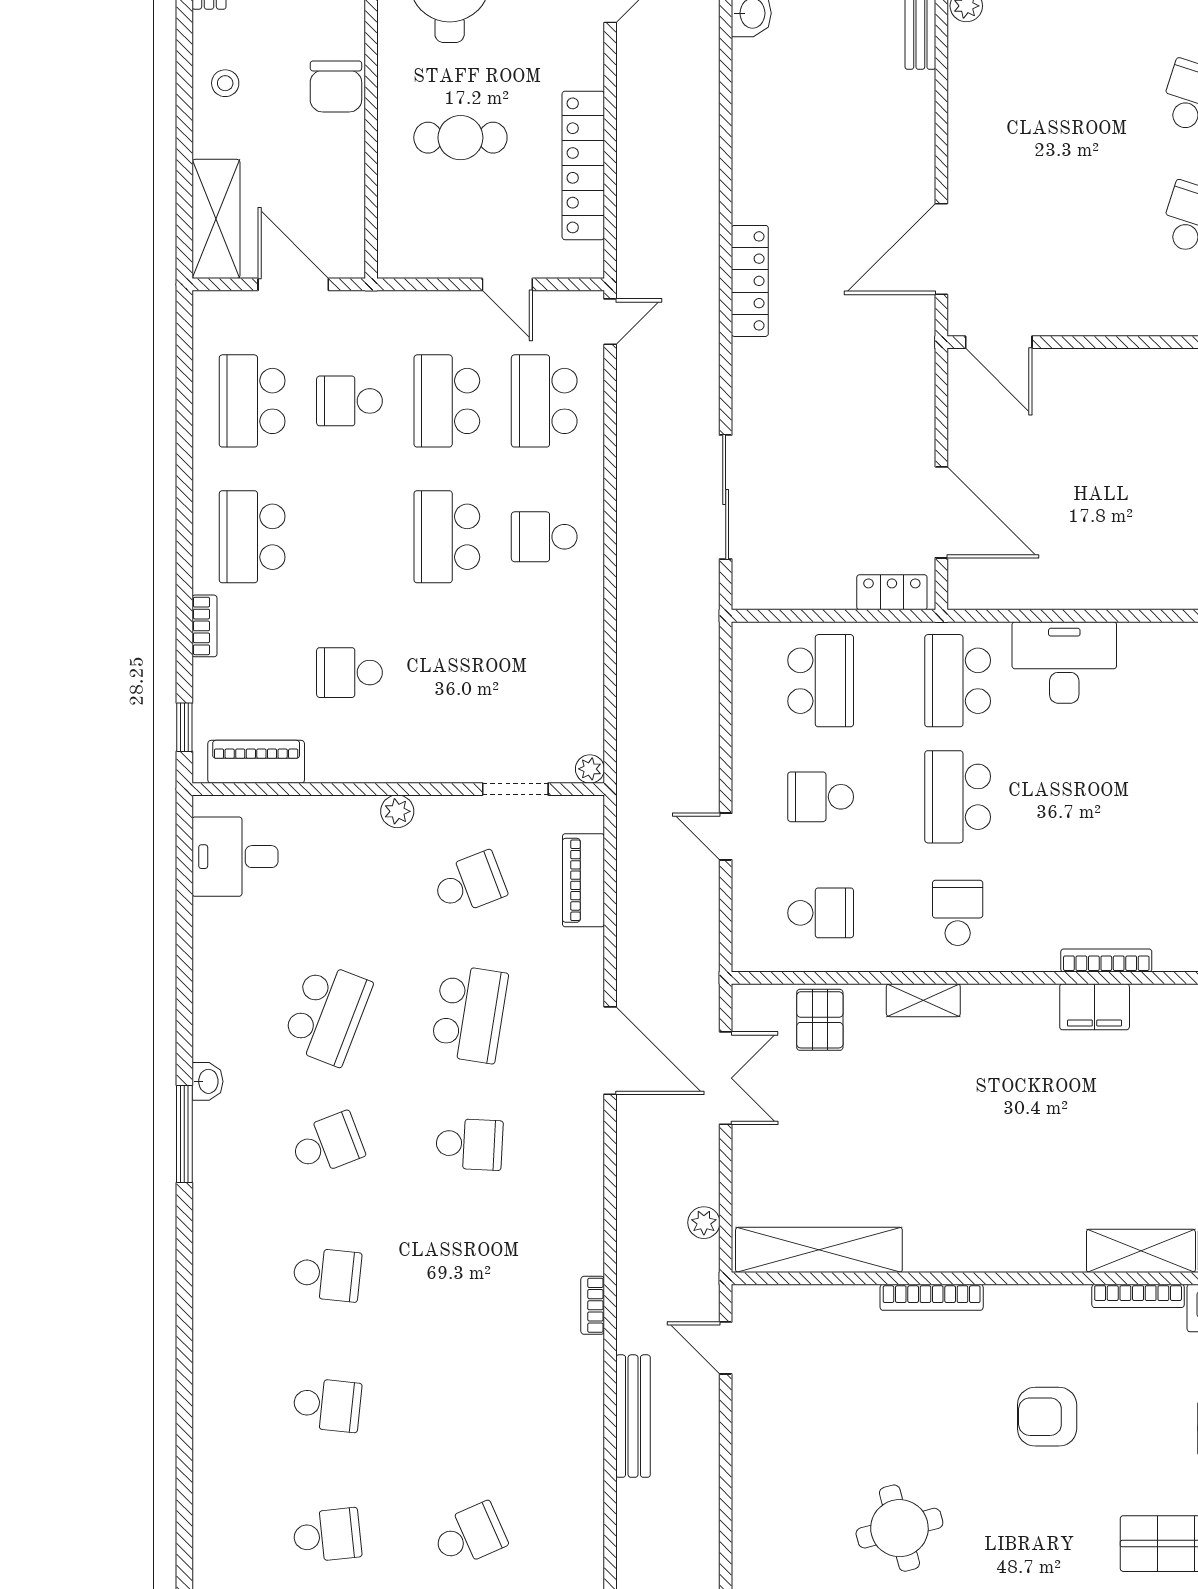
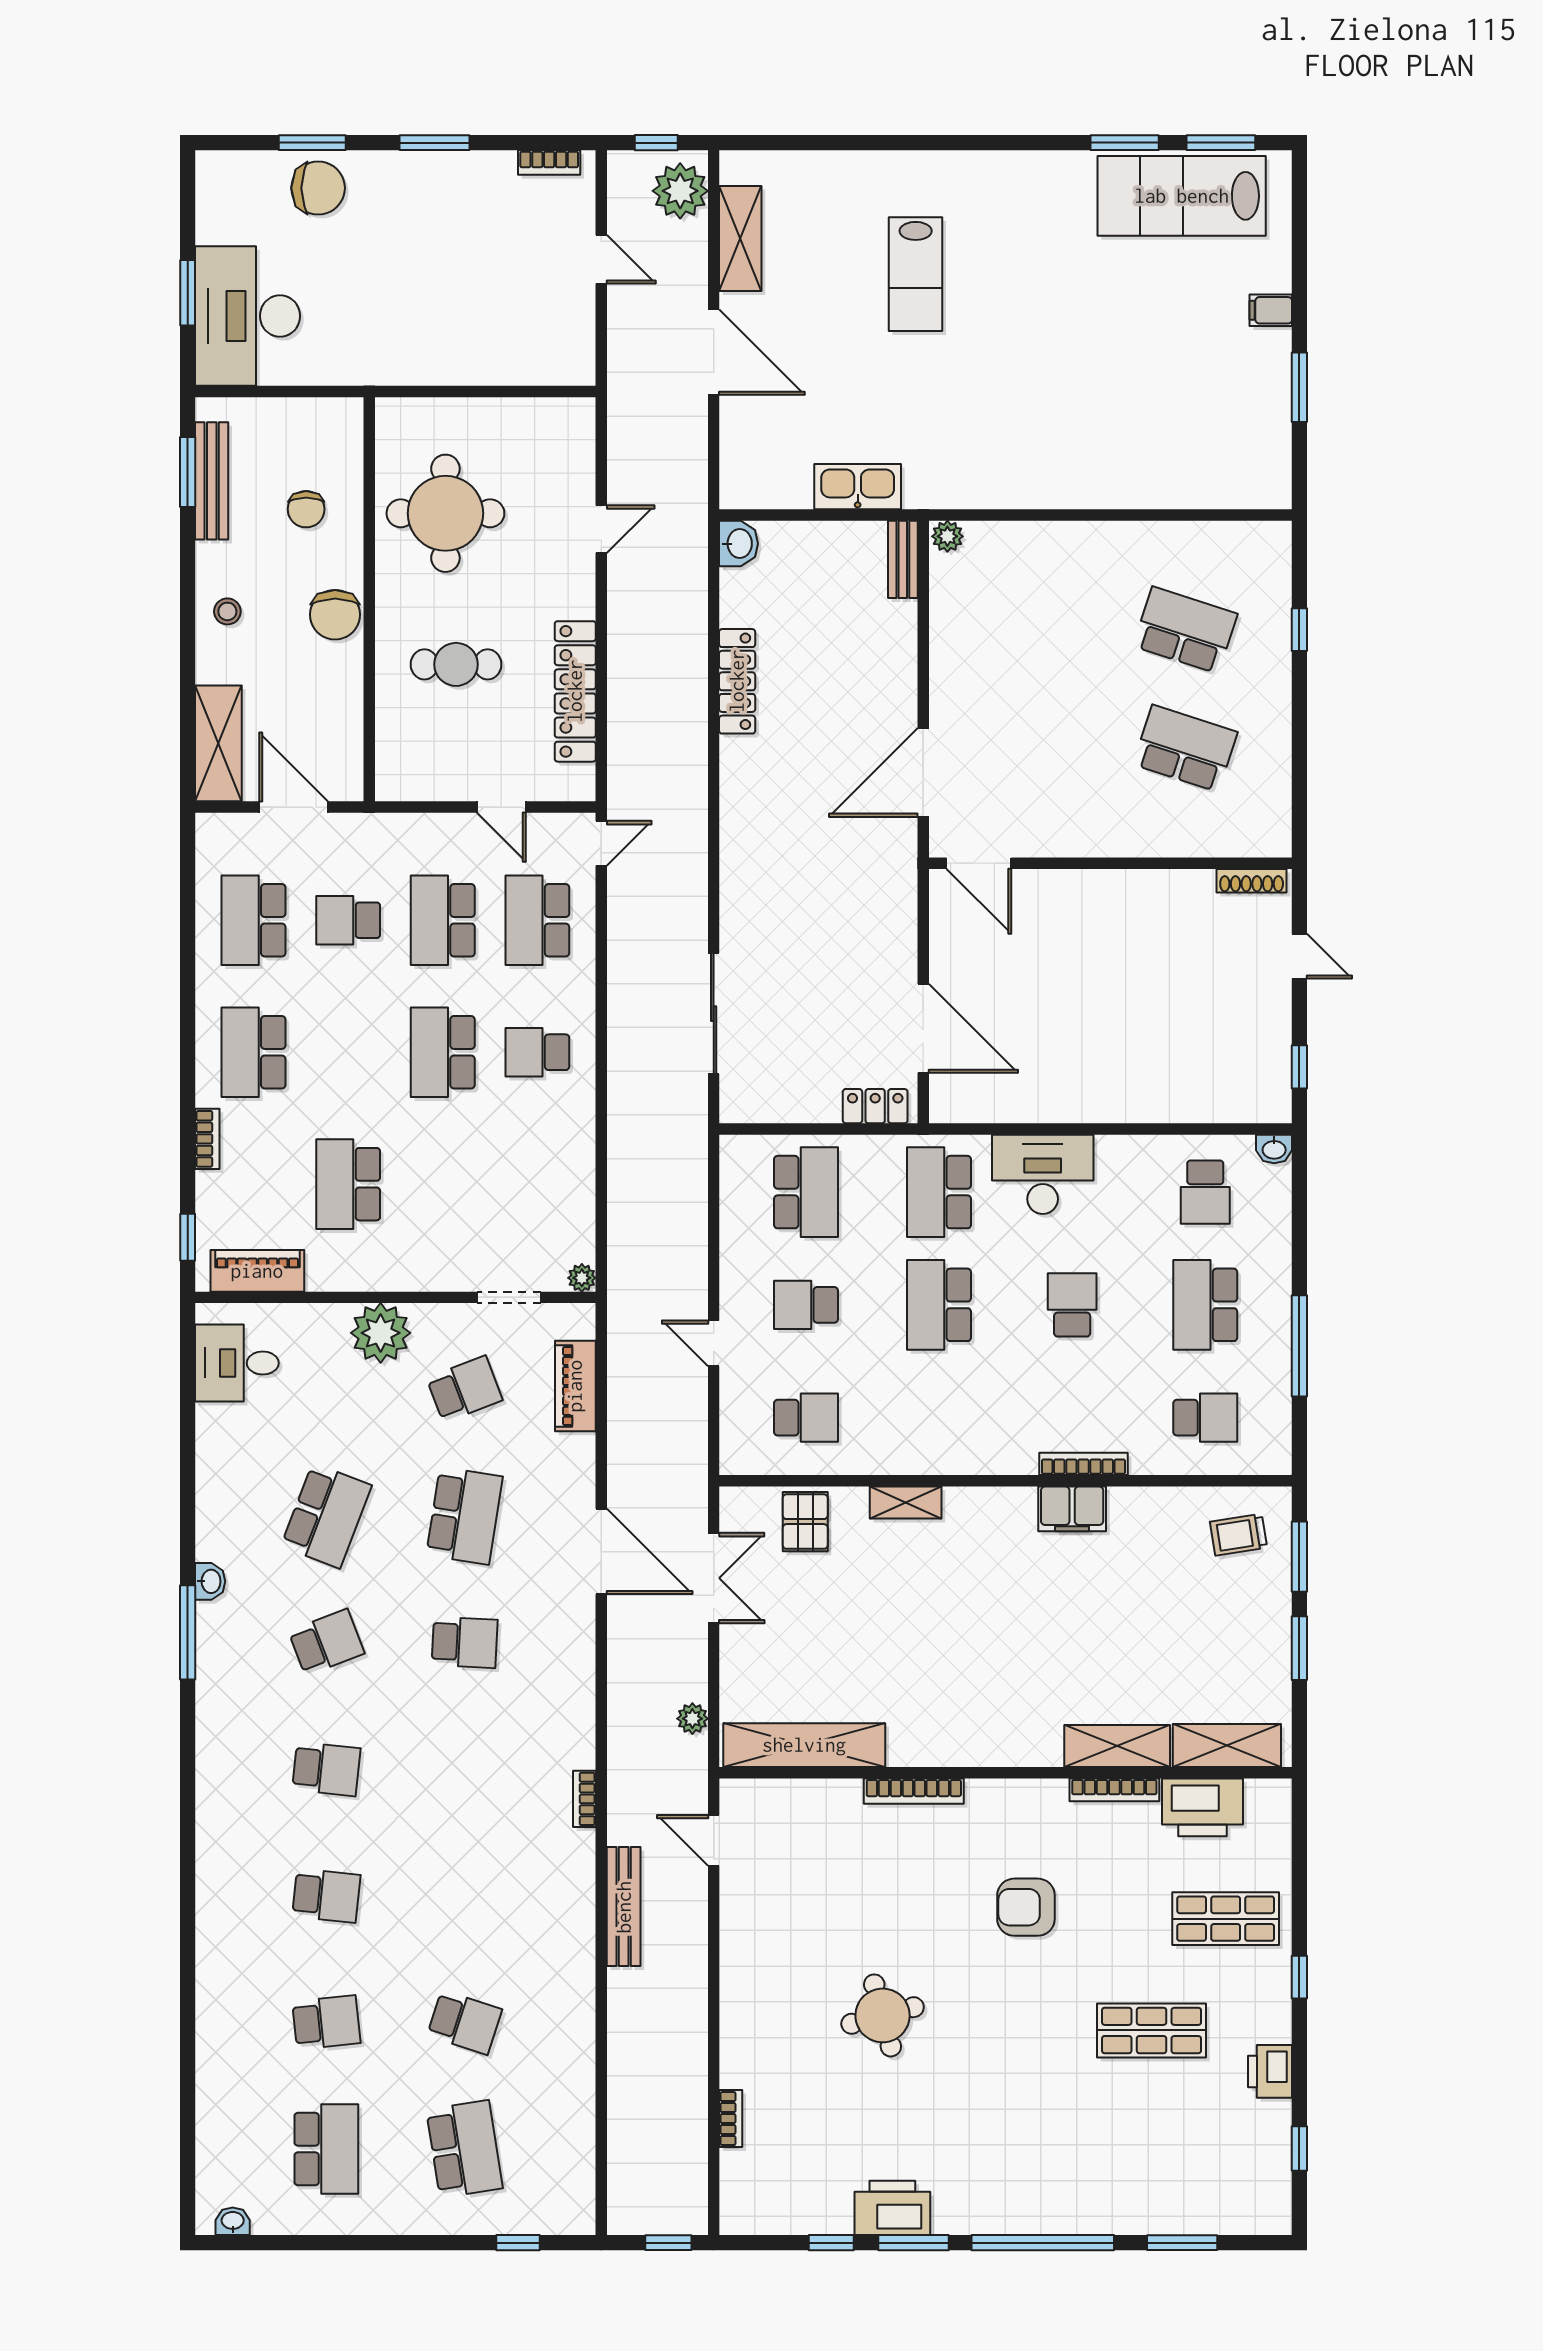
locker: (750, 281) -> (737, 681), moved
school desk: (349, 673) -> (348, 1184), width x1.85
plant: (397, 811) -> (381, 1333), width x1.88, depth x1.88
school desk: (958, 913) -> (1072, 1305), moved
school desk: (469, 1535) -> (465, 2022), turned 42

